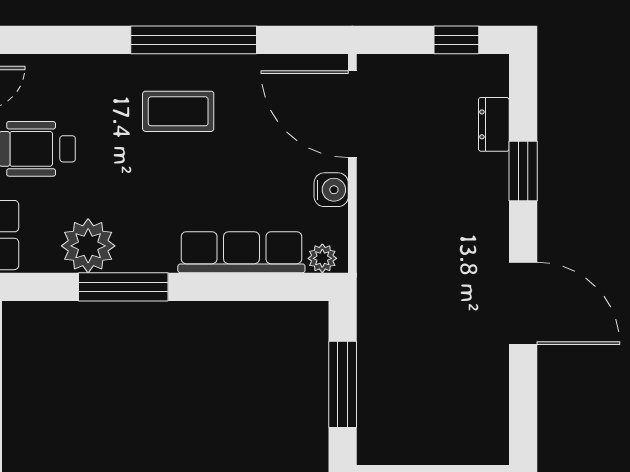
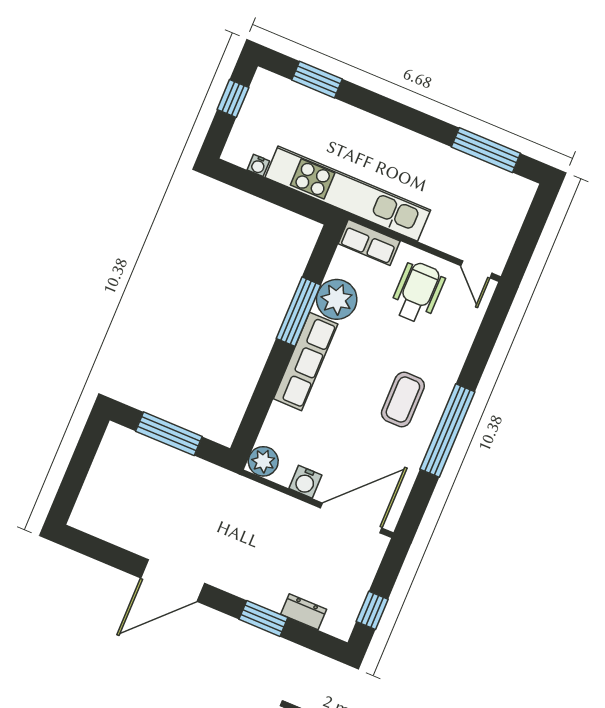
row of seats: (241, 252) -> (306, 361), moved
plant: (322, 258) -> (263, 461), width x1.38, depth x1.38

